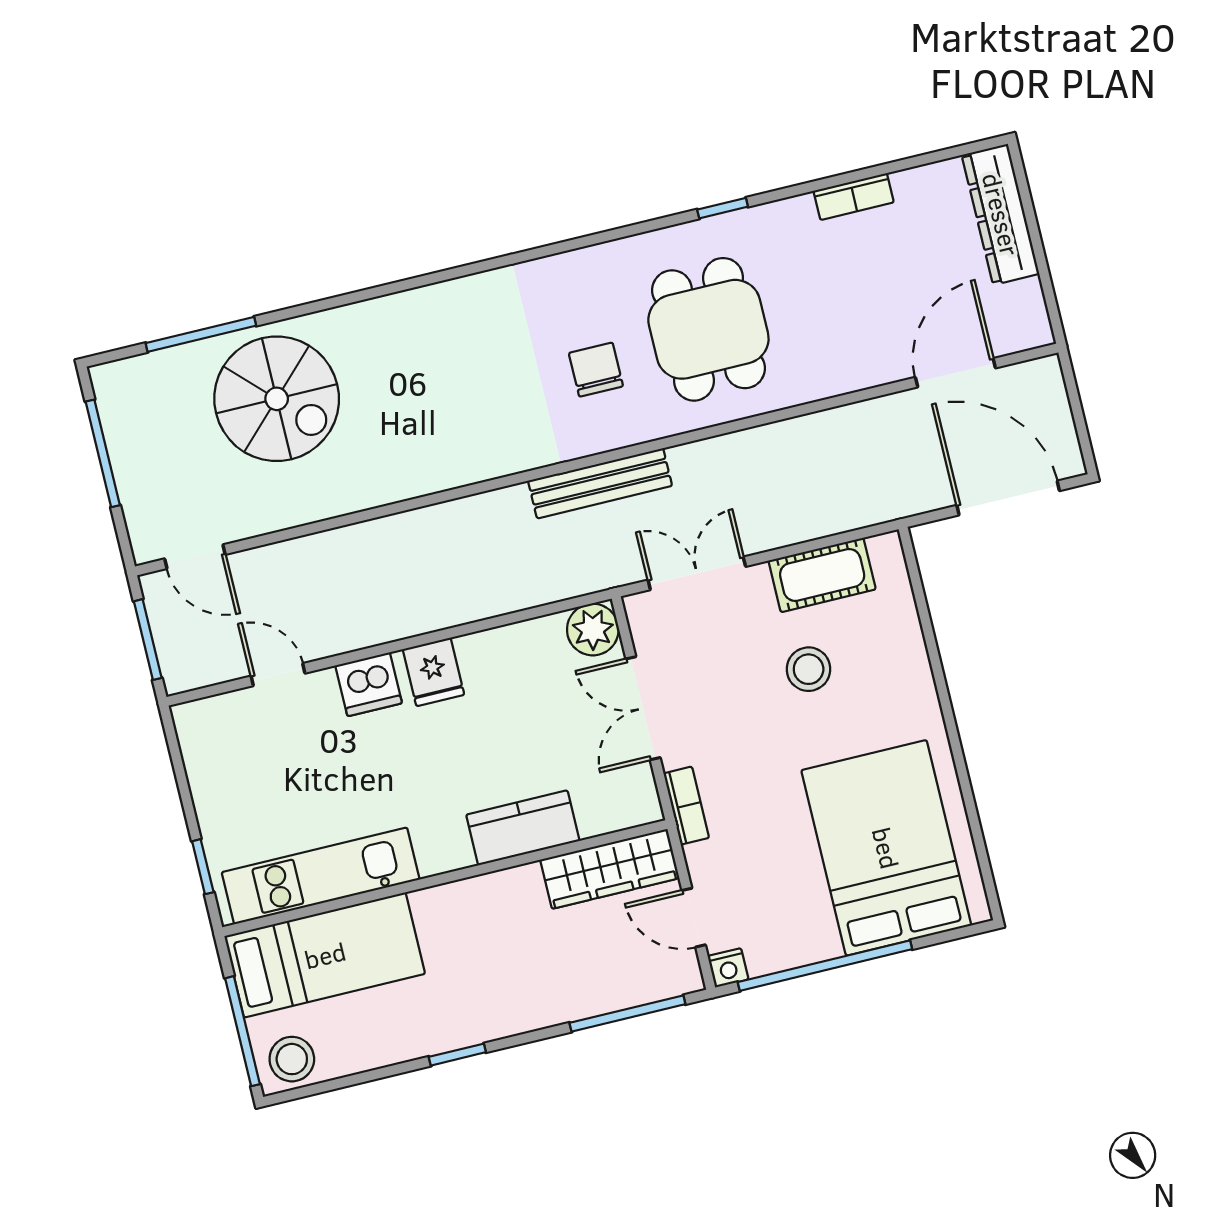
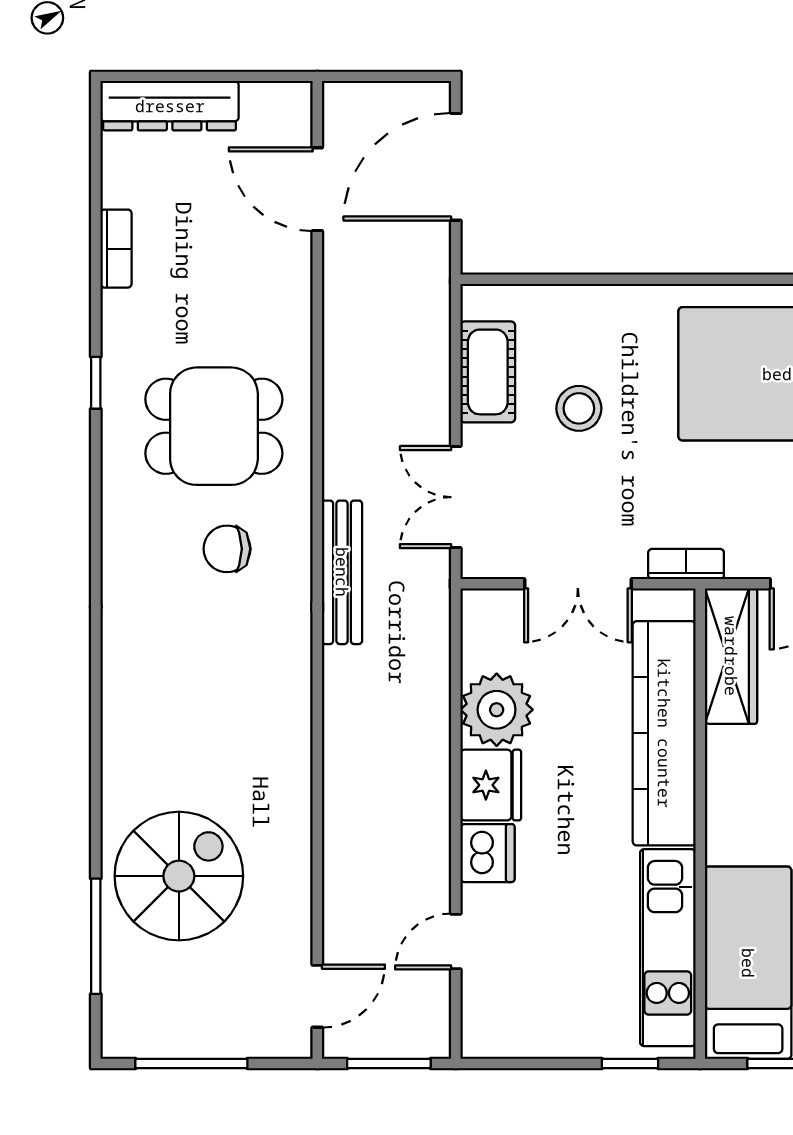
plant: (593, 630) -> (497, 710), moved, width x1.36, depth x1.36
fridge: (433, 672) -> (491, 785), width x1.38
kitchen counter: (523, 828) -> (664, 733), width x2.08, depth x1.17

